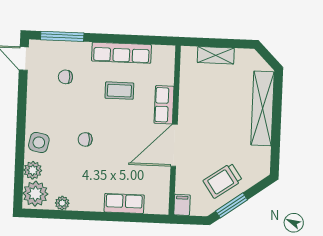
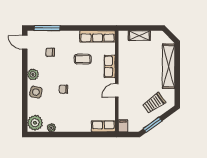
row of seats: (121, 53) -> (97, 36), moved
door: (174, 145) -> (117, 90), width x0.53
plant: (33, 170) -> (33, 74), moved
trolley: (223, 181) -> (154, 103), moved
row of seats: (124, 203) -> (103, 126), moved

